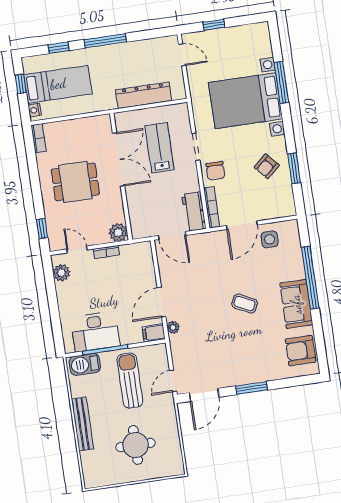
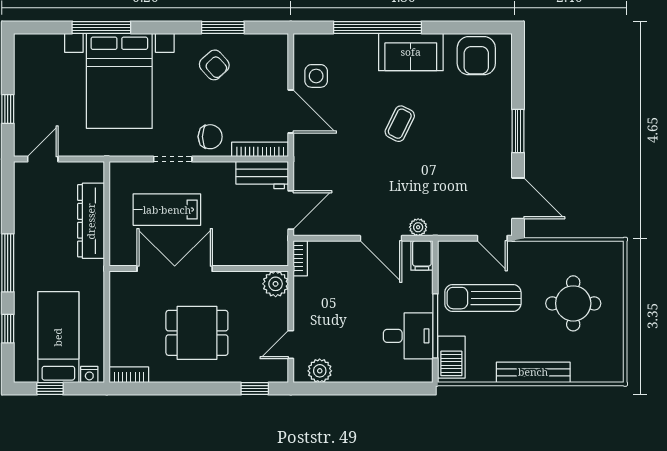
dining table: (75, 182) -> (197, 333), turned 90
bookcase: (106, 252) -> (300, 258), moved
desk: (95, 332) -> (408, 336), width x0.73

